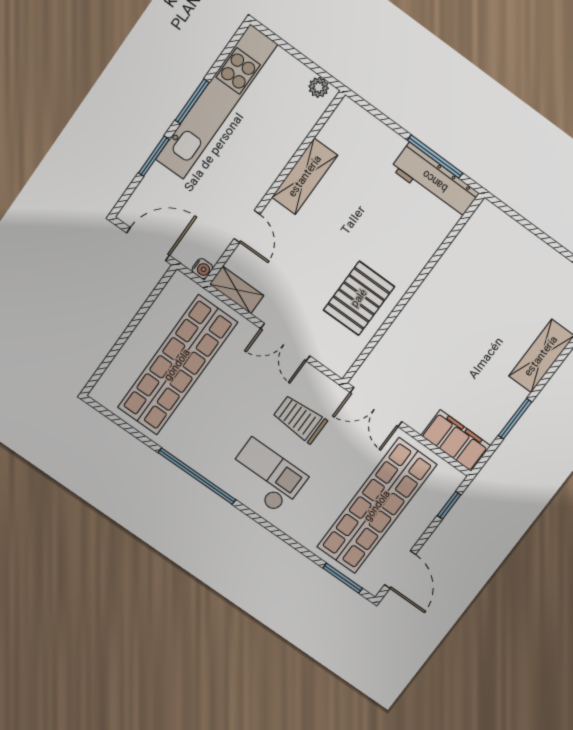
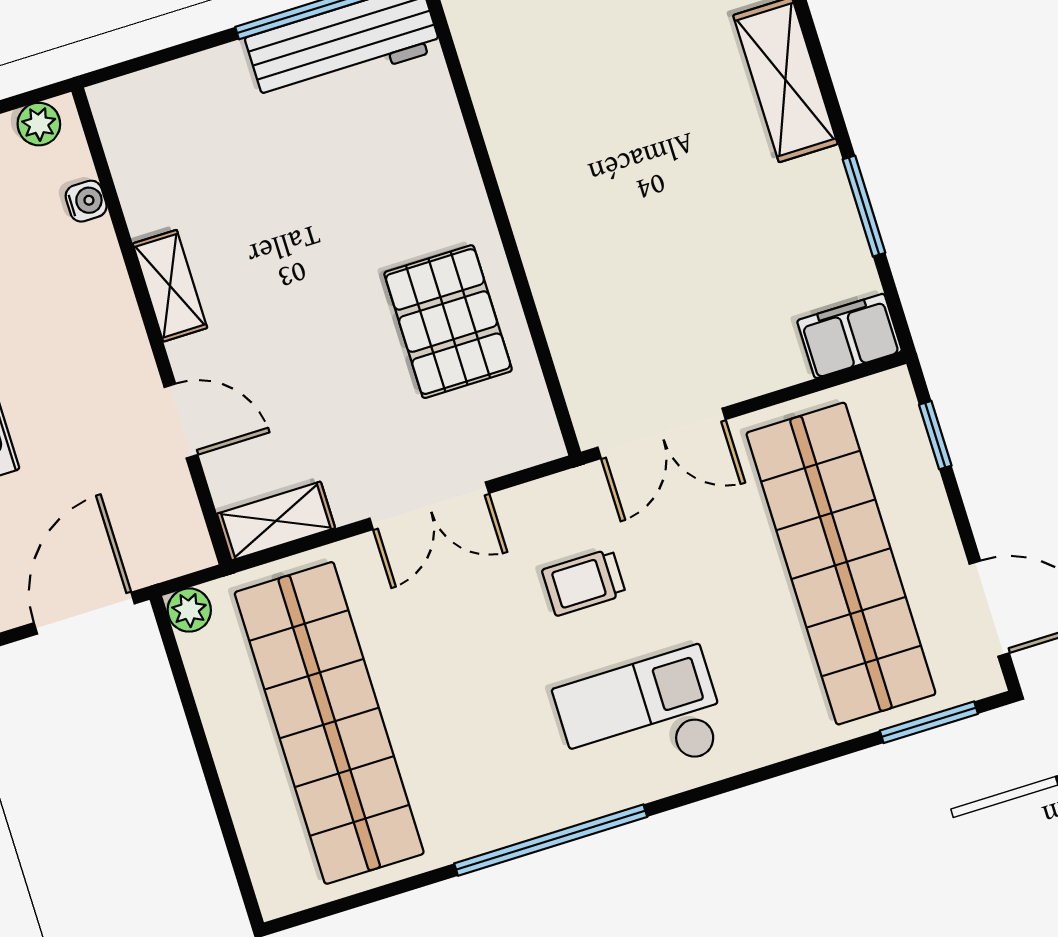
shelving: (305, 176) -> (170, 286), width x0.67, depth x0.75
water cooler: (202, 269) -> (86, 201), moved
plant: (179, 282) -> (189, 610), added
trolley: (300, 419) -> (584, 582), width x0.73, depth x0.72
filing cabinet: (456, 441) -> (850, 336), width x0.67, depth x0.86

